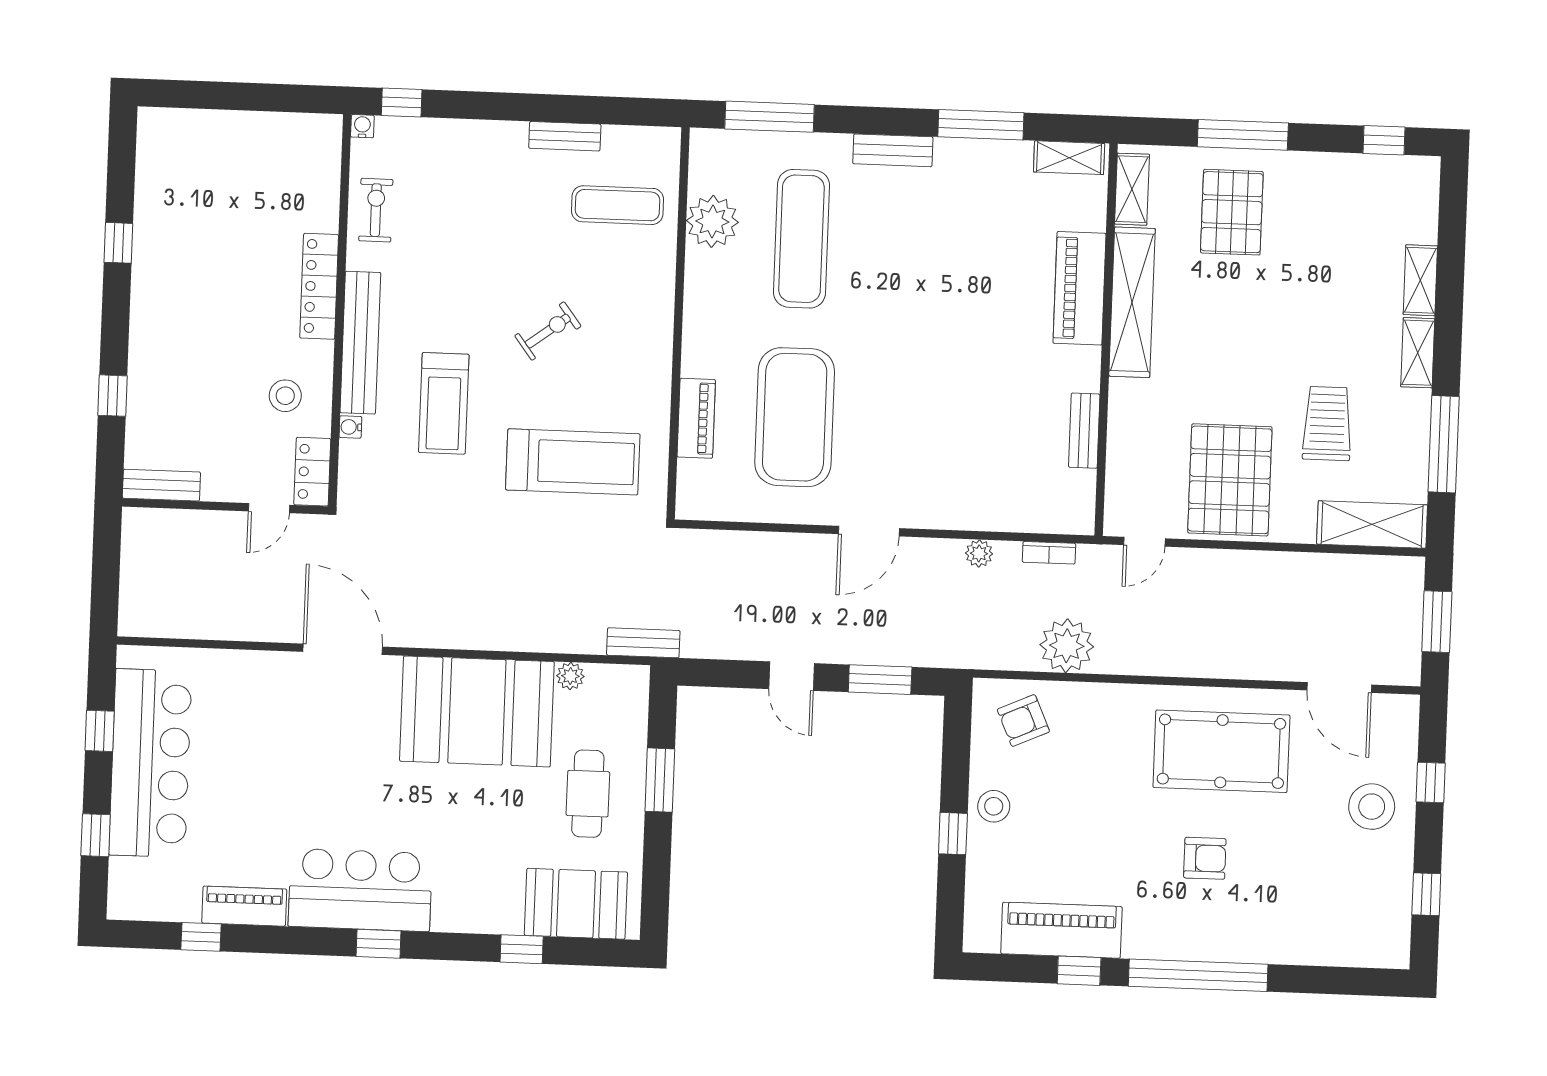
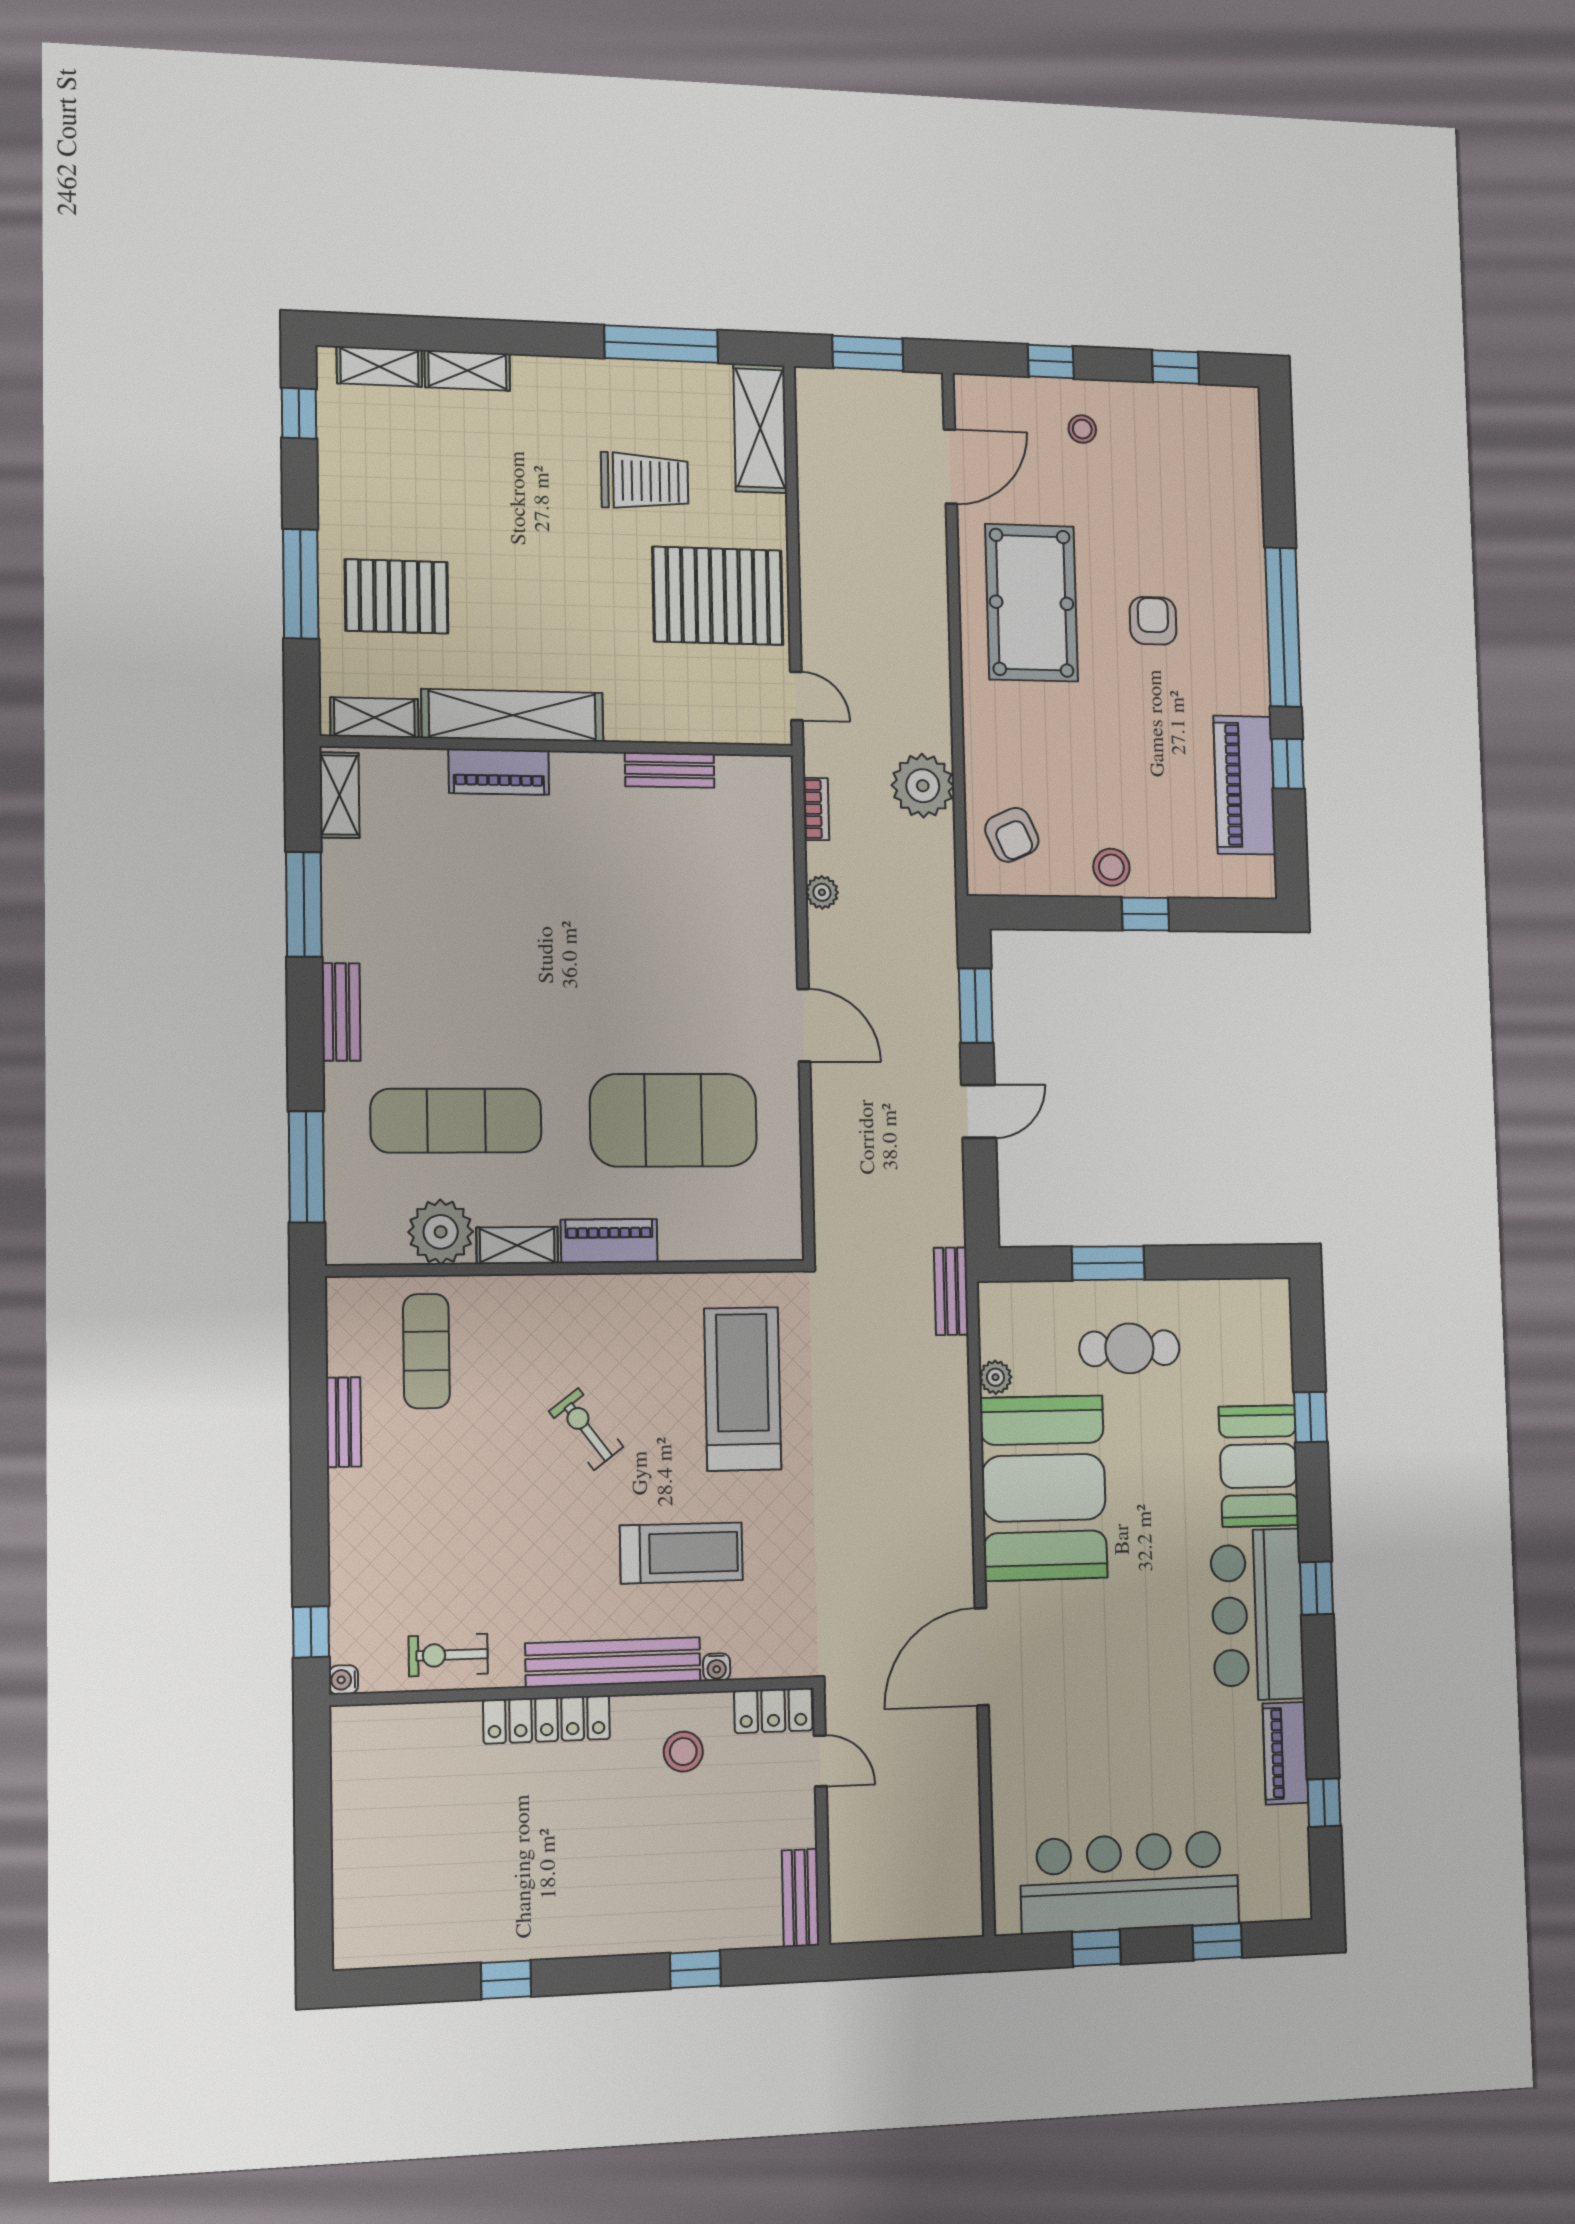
shelving: (699, 283) -> (517, 1245), added
piano: (1080, 288) -> (499, 772), width x0.73, depth x0.75
shelving: (1418, 353) -> (379, 367), moved
piano: (696, 418) -> (609, 1241), moved
trolley: (1327, 423) -> (645, 481), turned 180
stool: (1372, 807) -> (1082, 429), width x0.53, depth x0.53
booth: (576, 904) -> (1259, 1466), moved

